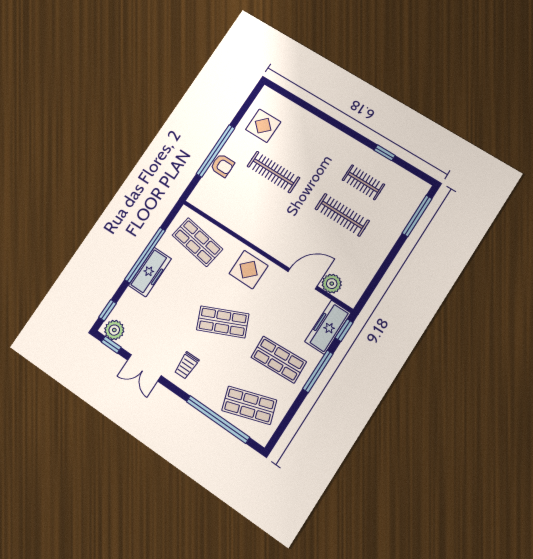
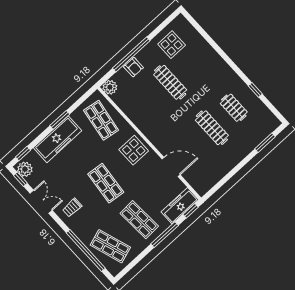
window: (417, 216) -> (265, 143), width x0.69
window: (145, 255) -> (60, 120), width x0.47
freezer: (150, 272) -> (58, 139), width x1.36, depth x1.26
plant: (332, 284) -> (110, 87), moved
shop shelf: (223, 322) -> (106, 183), turned 30
double door: (144, 368) -> (41, 202), swing flipped

